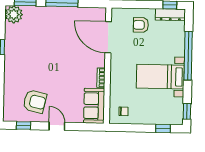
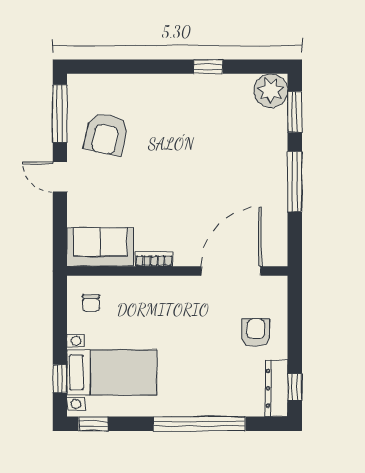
bed with nightstands: (160, 77) -> (112, 372), moved, turned 90
window: (23, 126) -> (60, 114), width x2.17
door: (57, 126) -> (60, 177), swing flipped

